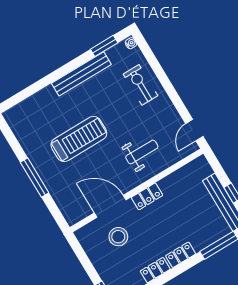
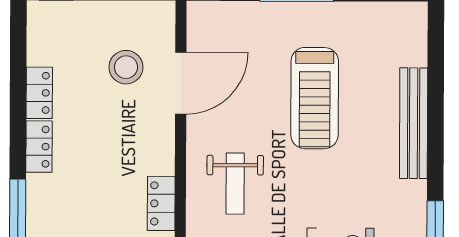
bench: (81, 74) -> (414, 123), moved
locker: (147, 196) -> (161, 203), moved

